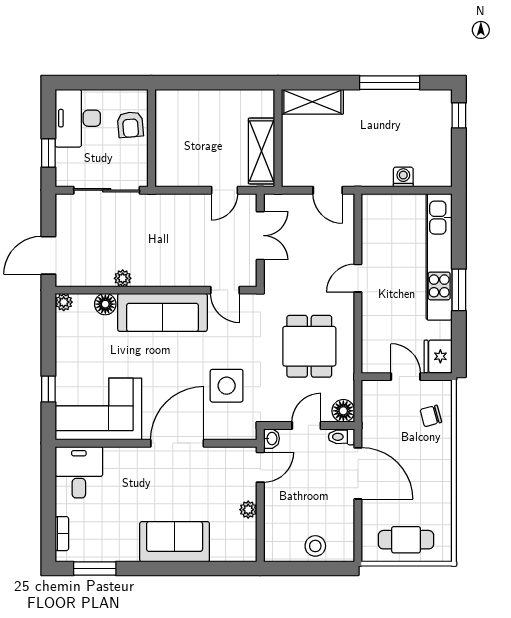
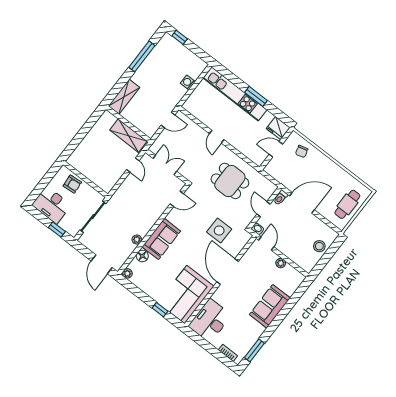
sofa: (162, 312) -> (161, 239), width x0.73
floor lamp: (343, 411) -> (270, 188), removed
desk: (79, 472) -> (210, 321), width x1.37

